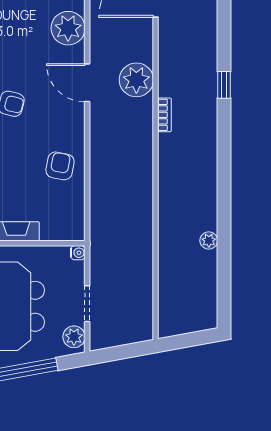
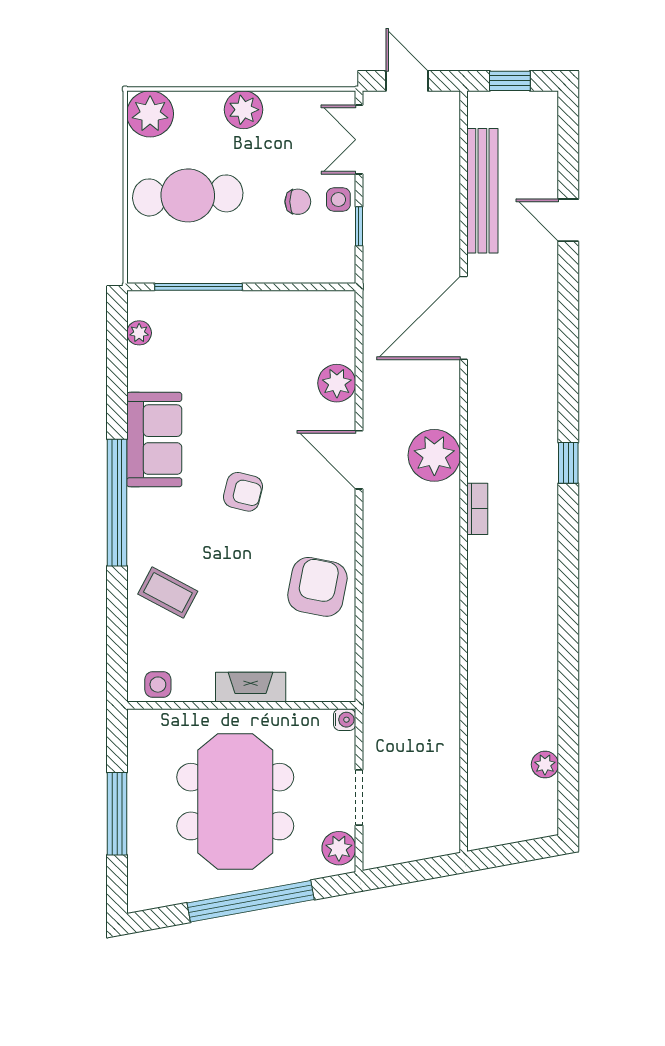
plant: (68, 28) -> (337, 383), width x0.73, depth x0.73
armchair: (60, 166) -> (317, 587), width x1.38, depth x1.38
plant: (209, 241) -> (545, 765), moved

